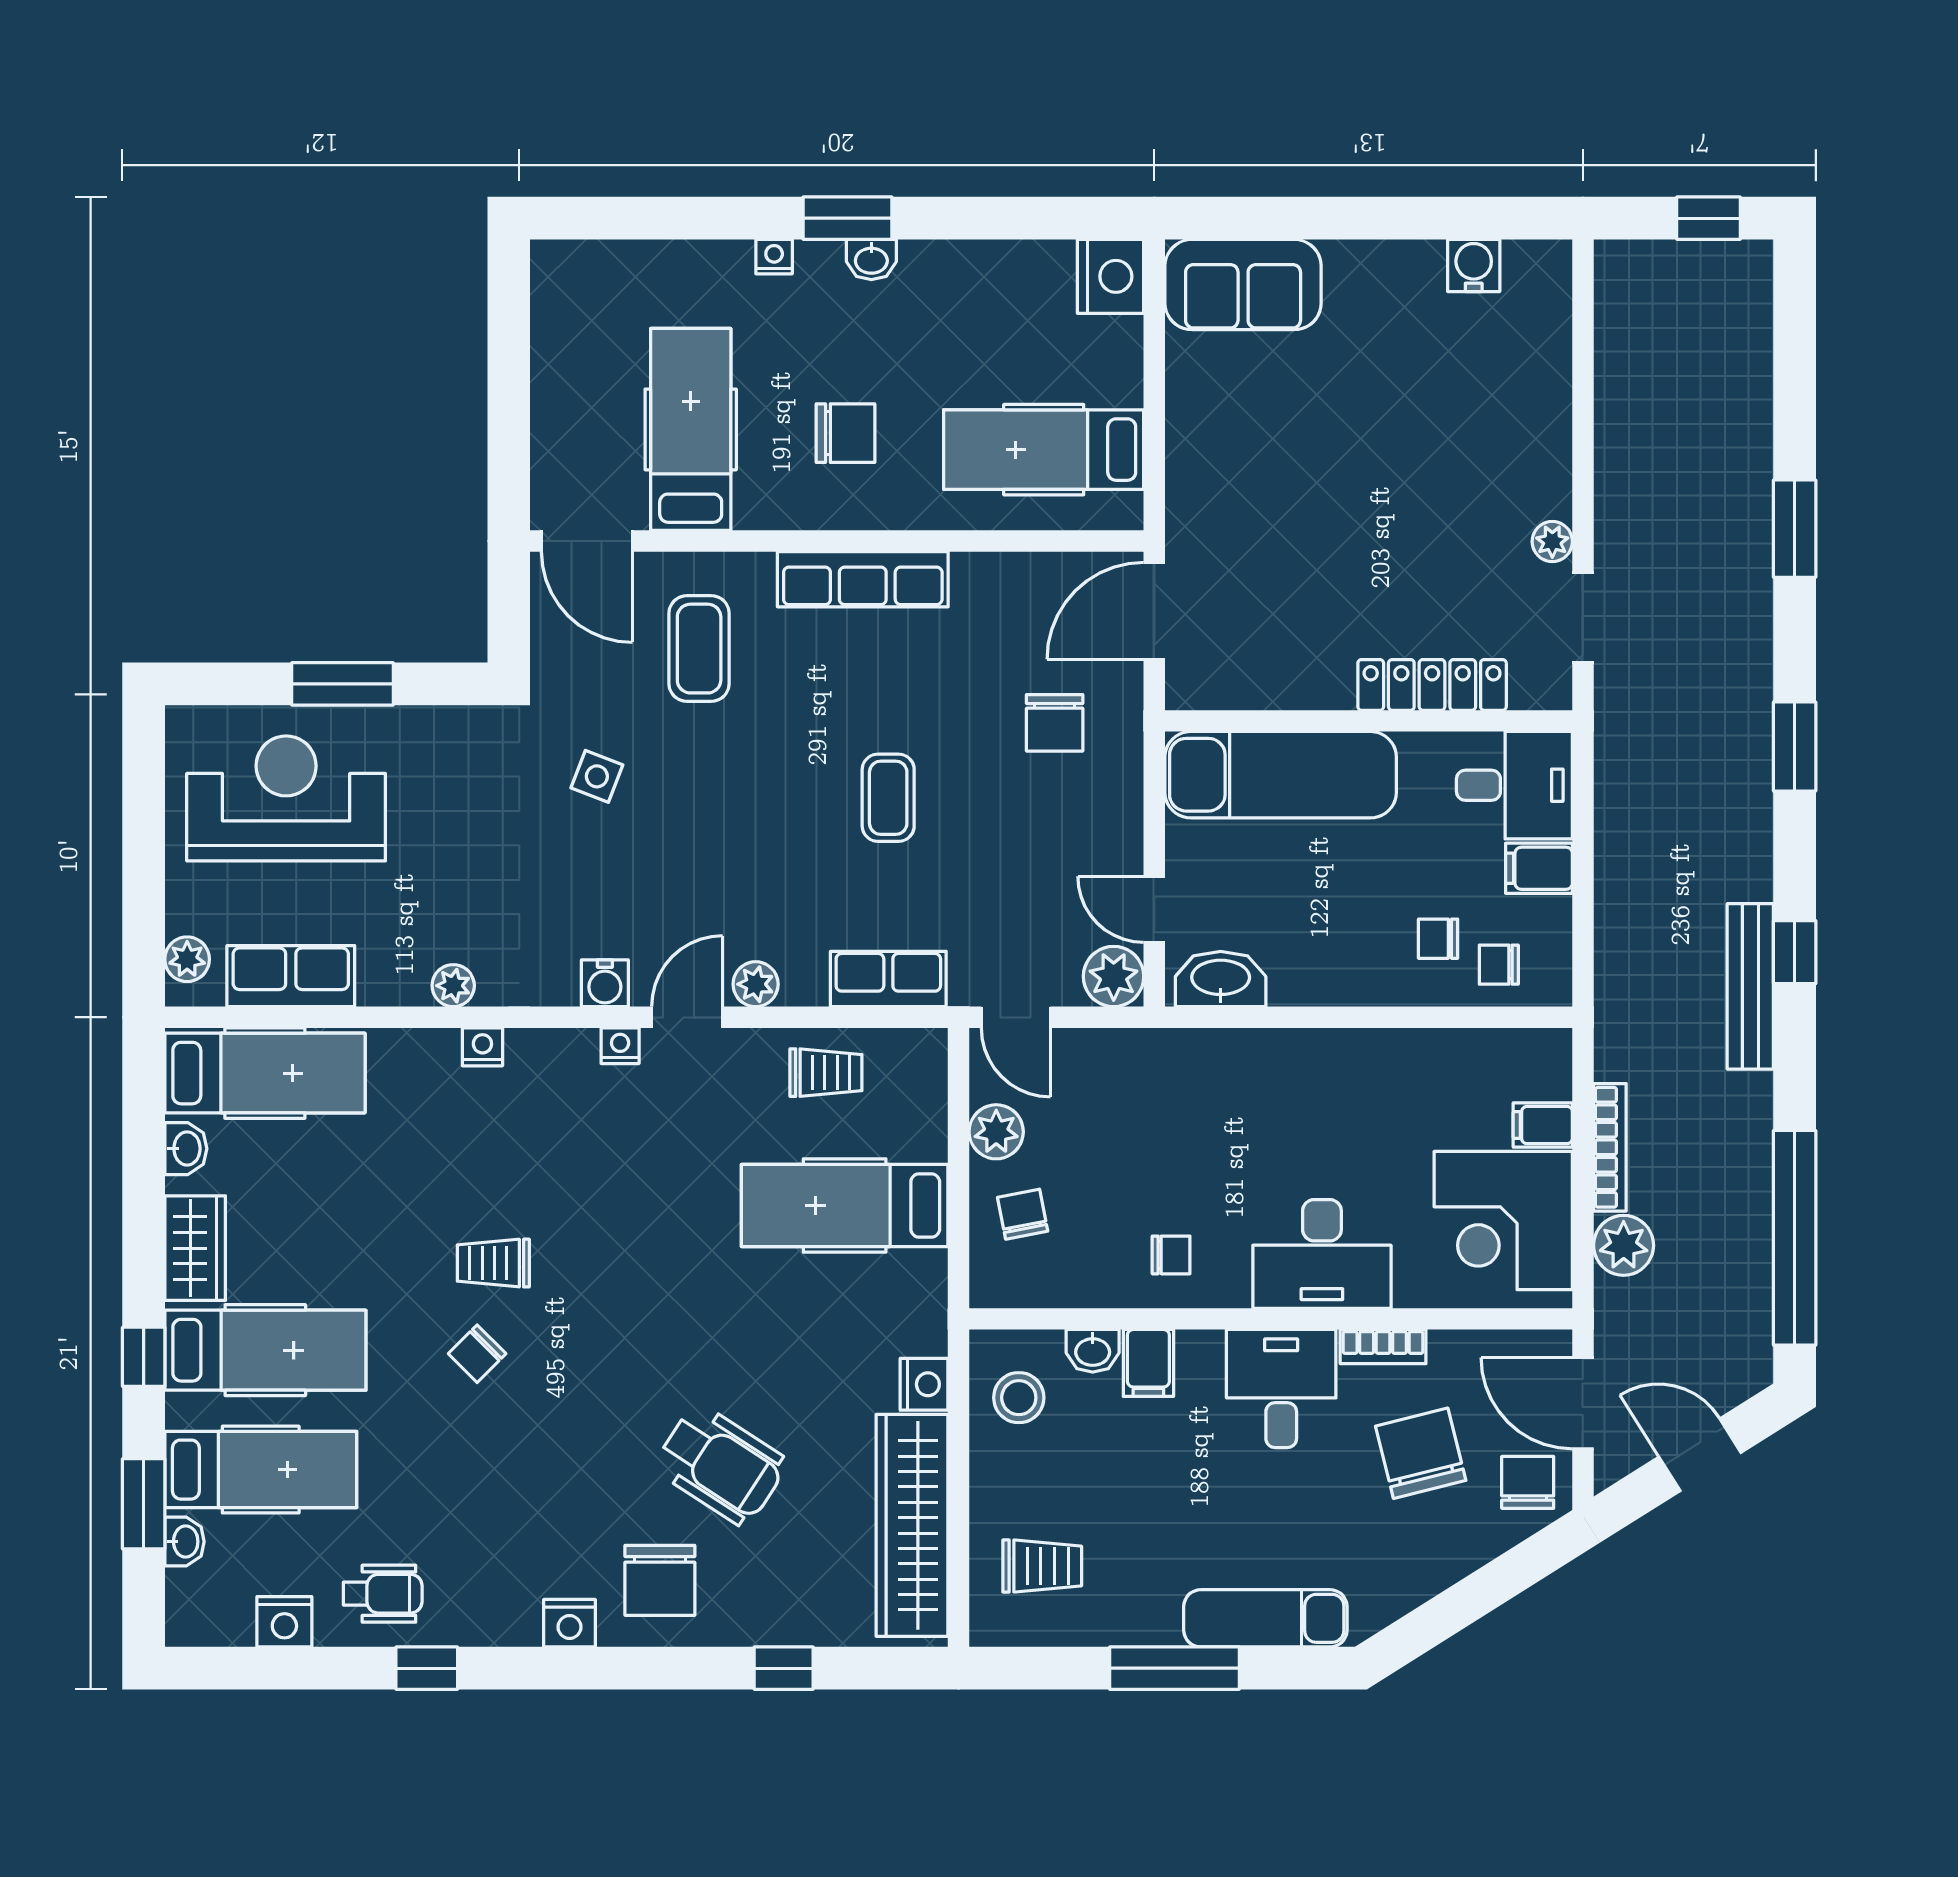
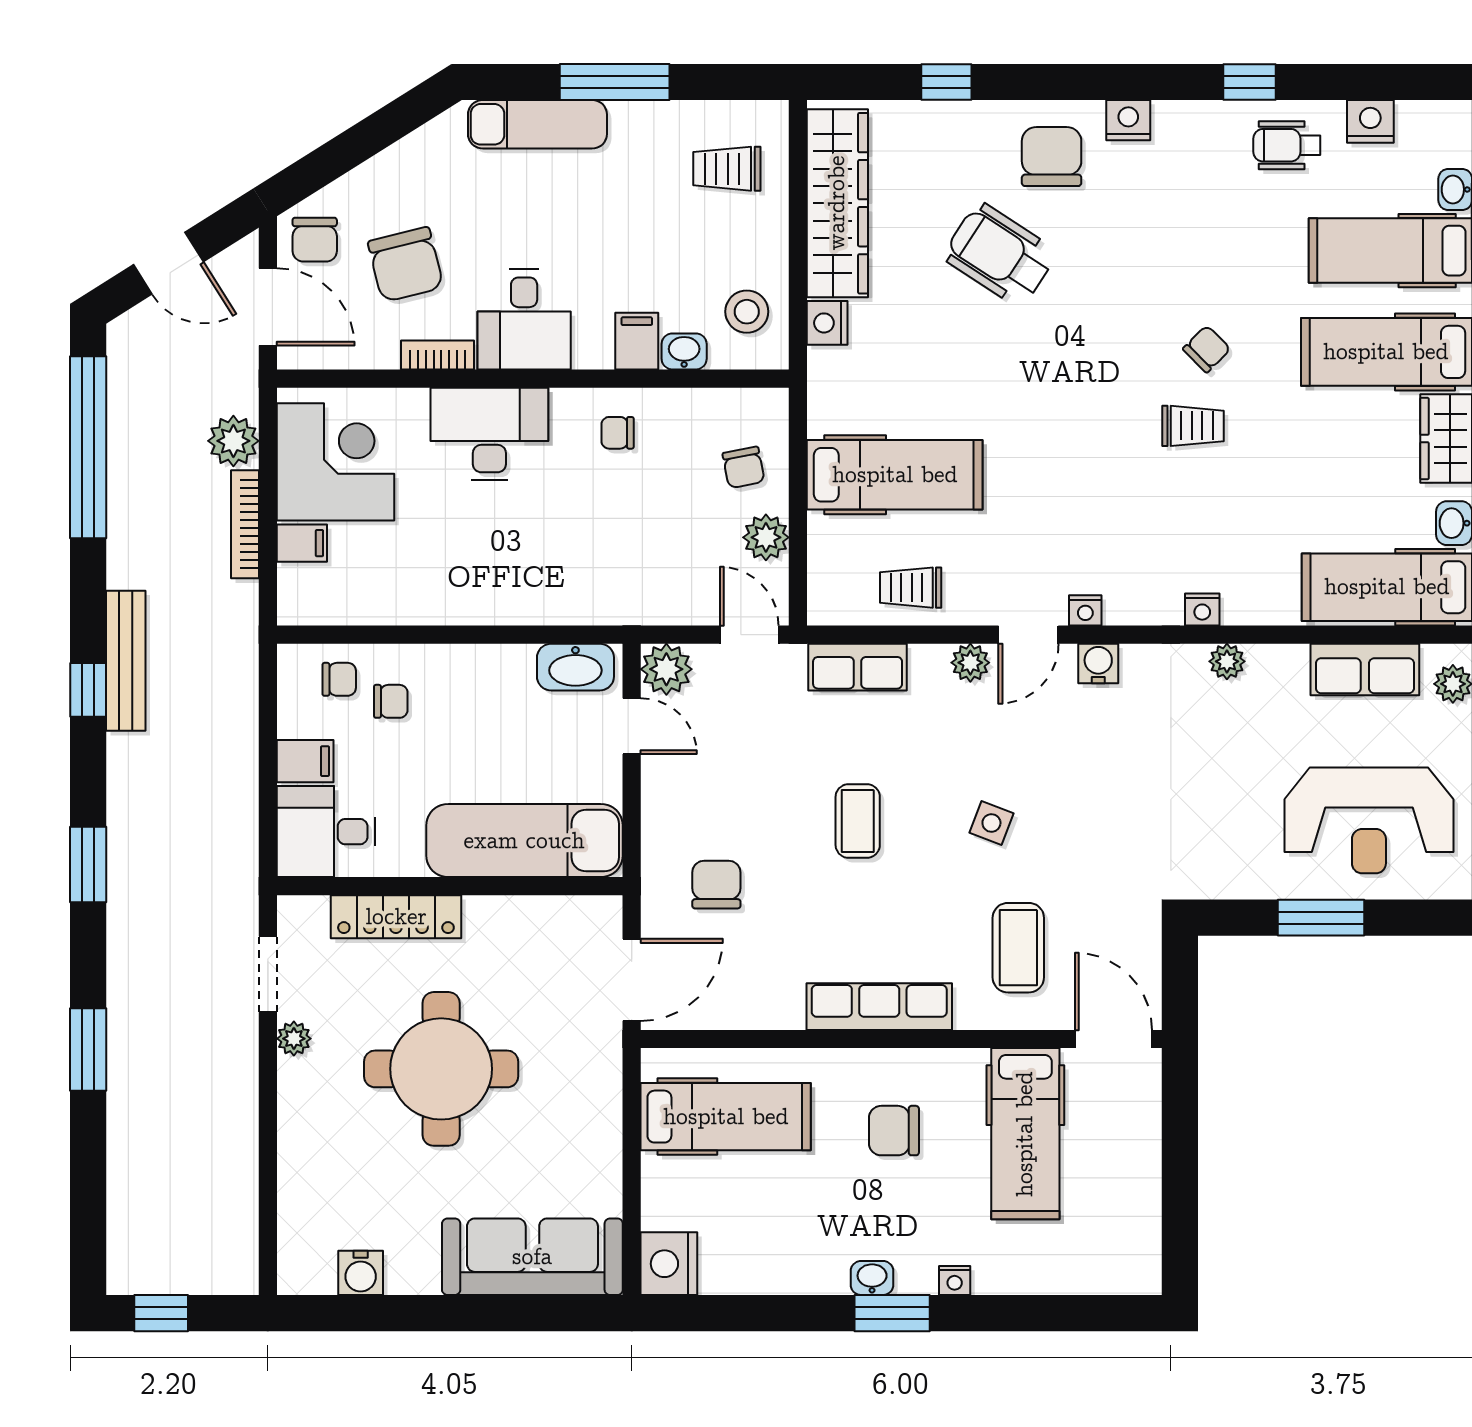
sofa: (1243, 285) -> (532, 1257), width x1.36
round table: (1379, 506) -> (441, 1069), added
side table: (597, 776) -> (991, 823), moved

